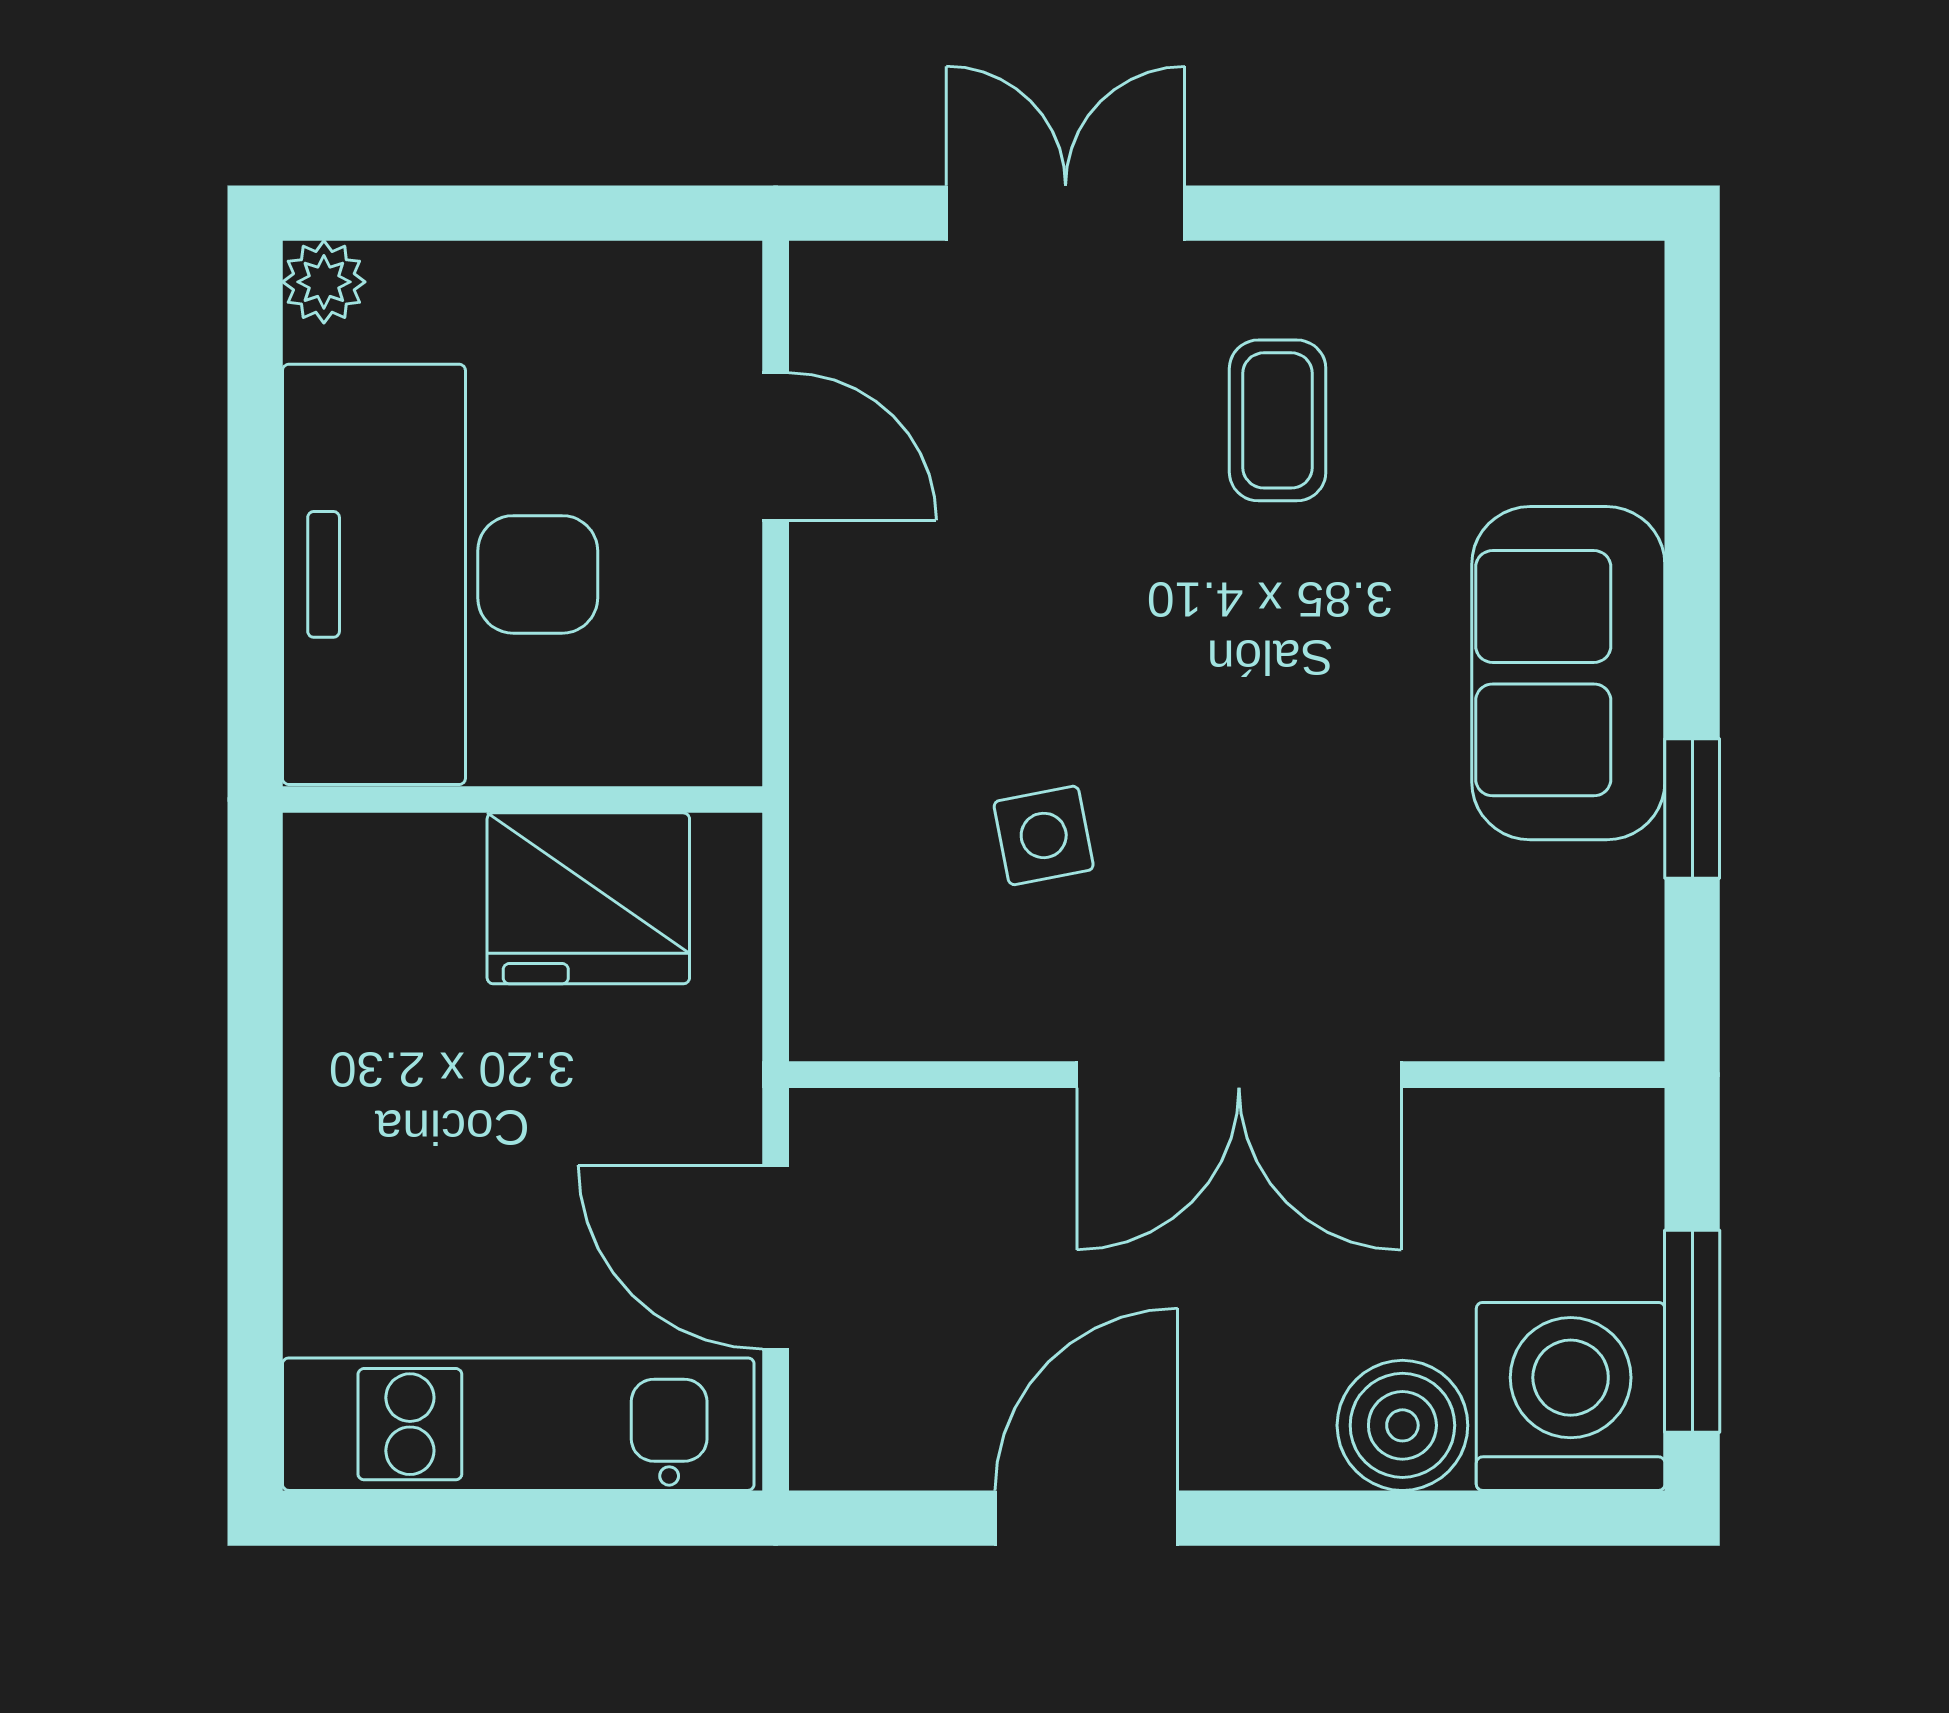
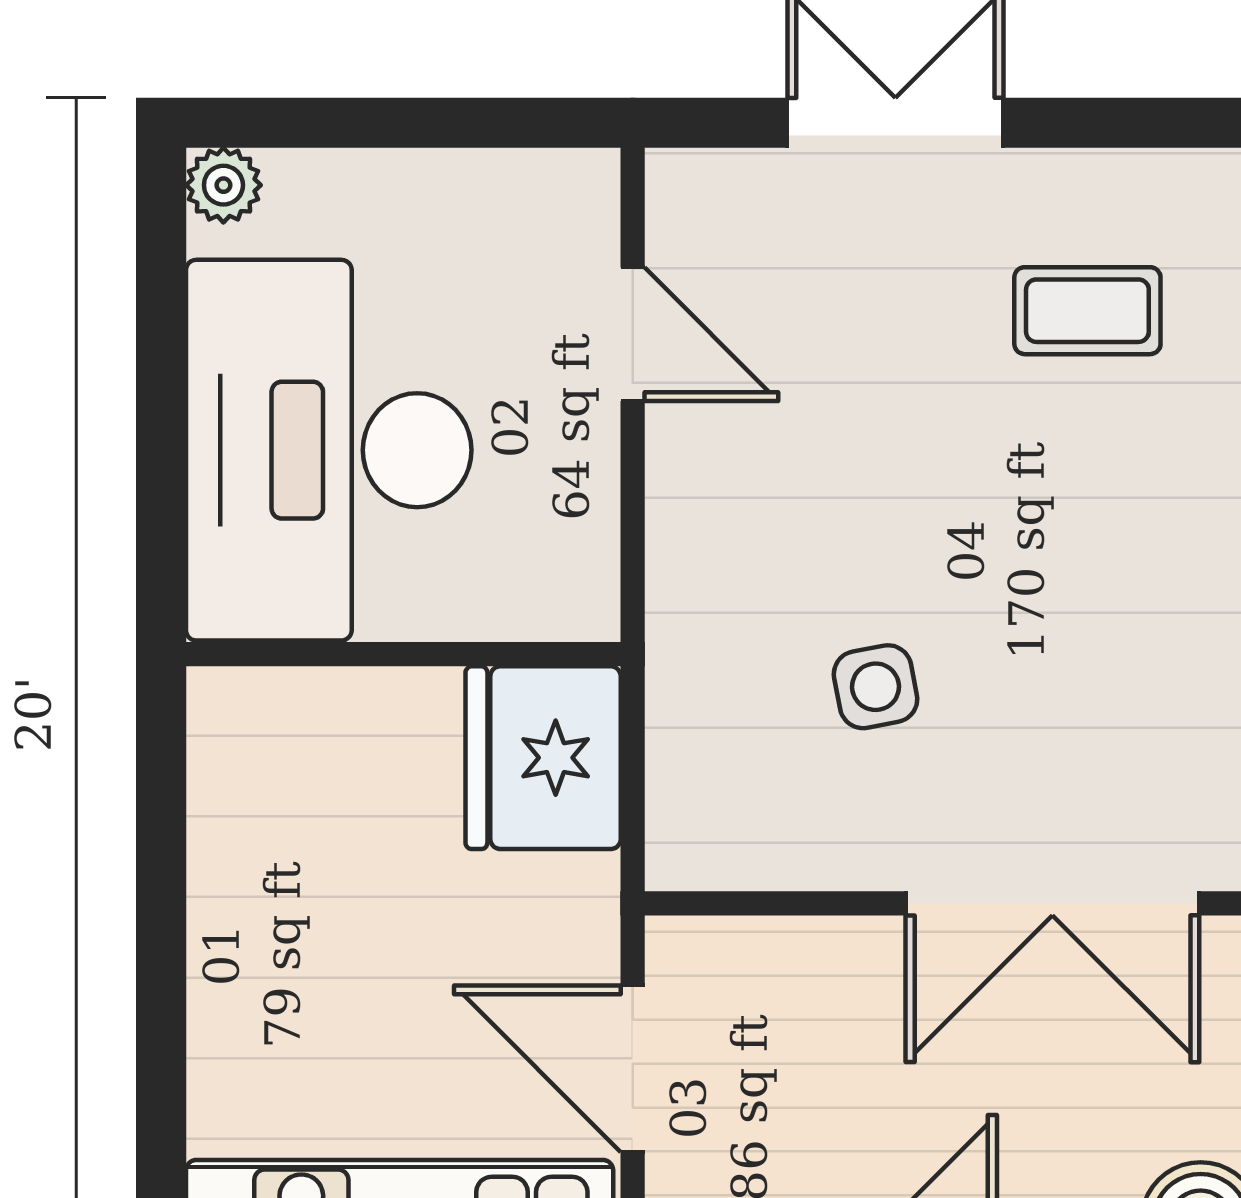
coffee table: (1278, 420) -> (1087, 311), turned 90
fridge: (588, 898) -> (543, 758), moved, turned 90

